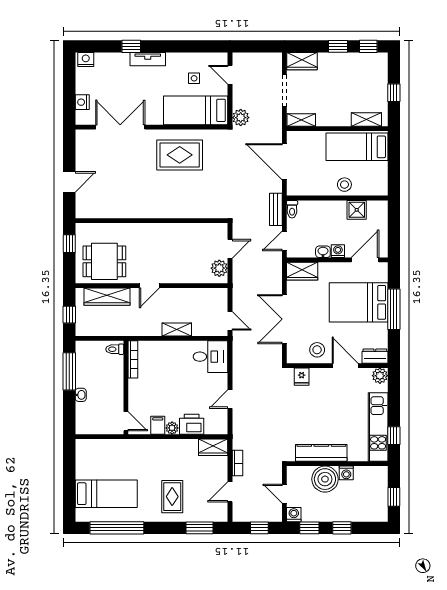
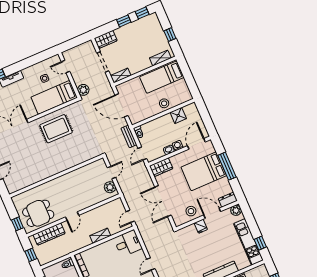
window: (69, 244) -> (17, 224), moved
door: (230, 321) -> (130, 216), swing flipped
fridge: (302, 377) -> (201, 226), moved

